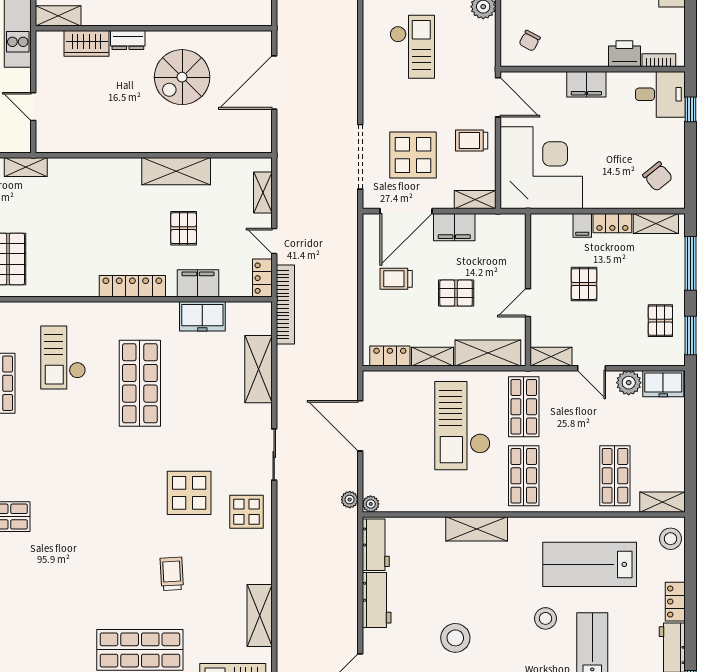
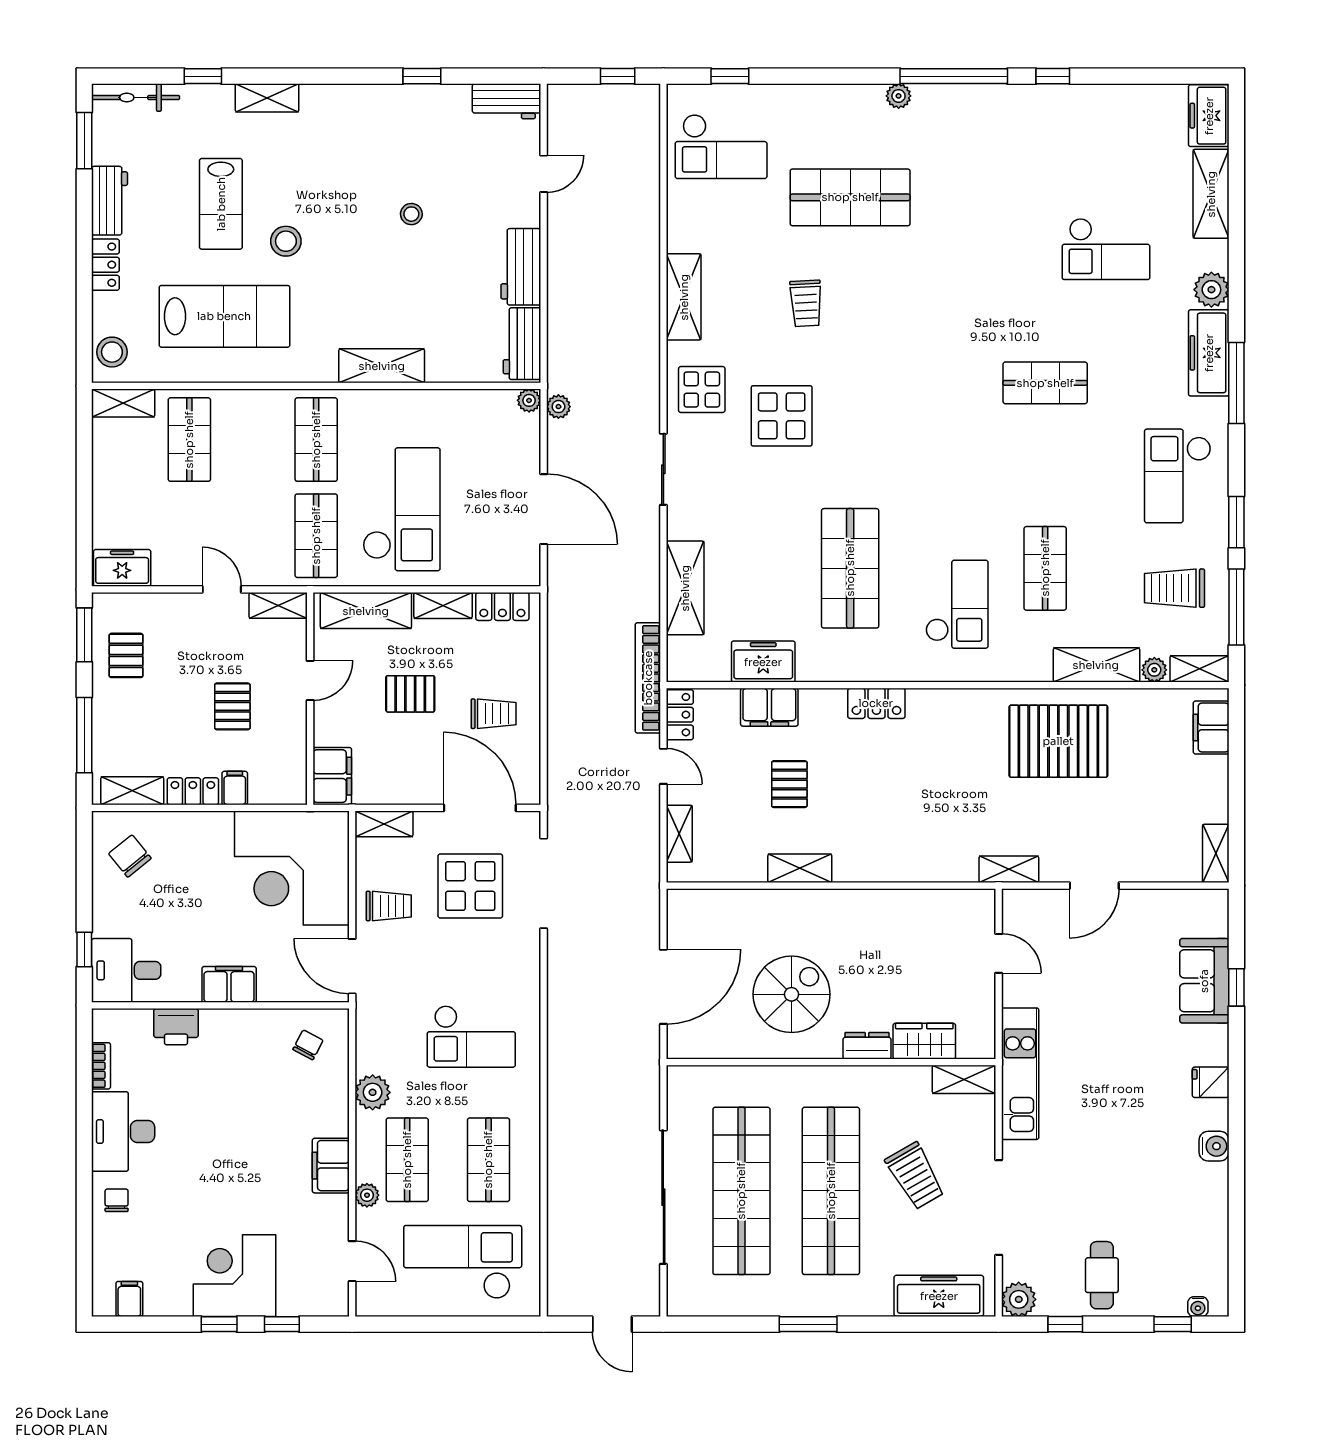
checkout: (412, 47) -> (471, 1036), turned -90
bookcase: (659, 60) -> (101, 1066), moved, turned -90
shelving: (176, 171) -> (800, 868), width x0.67, depth x0.75
door: (406, 211) -> (480, 808), hinge flipped
filing cabinet: (454, 227) -> (332, 776), moved, turned 90
locker: (132, 286) -> (876, 703), width x0.66
plant: (629, 383) -> (170, 569), removed
shelving: (260, 616) -> (684, 297), moved
stool: (455, 638) -> (411, 214), width x0.53, depth x0.53

